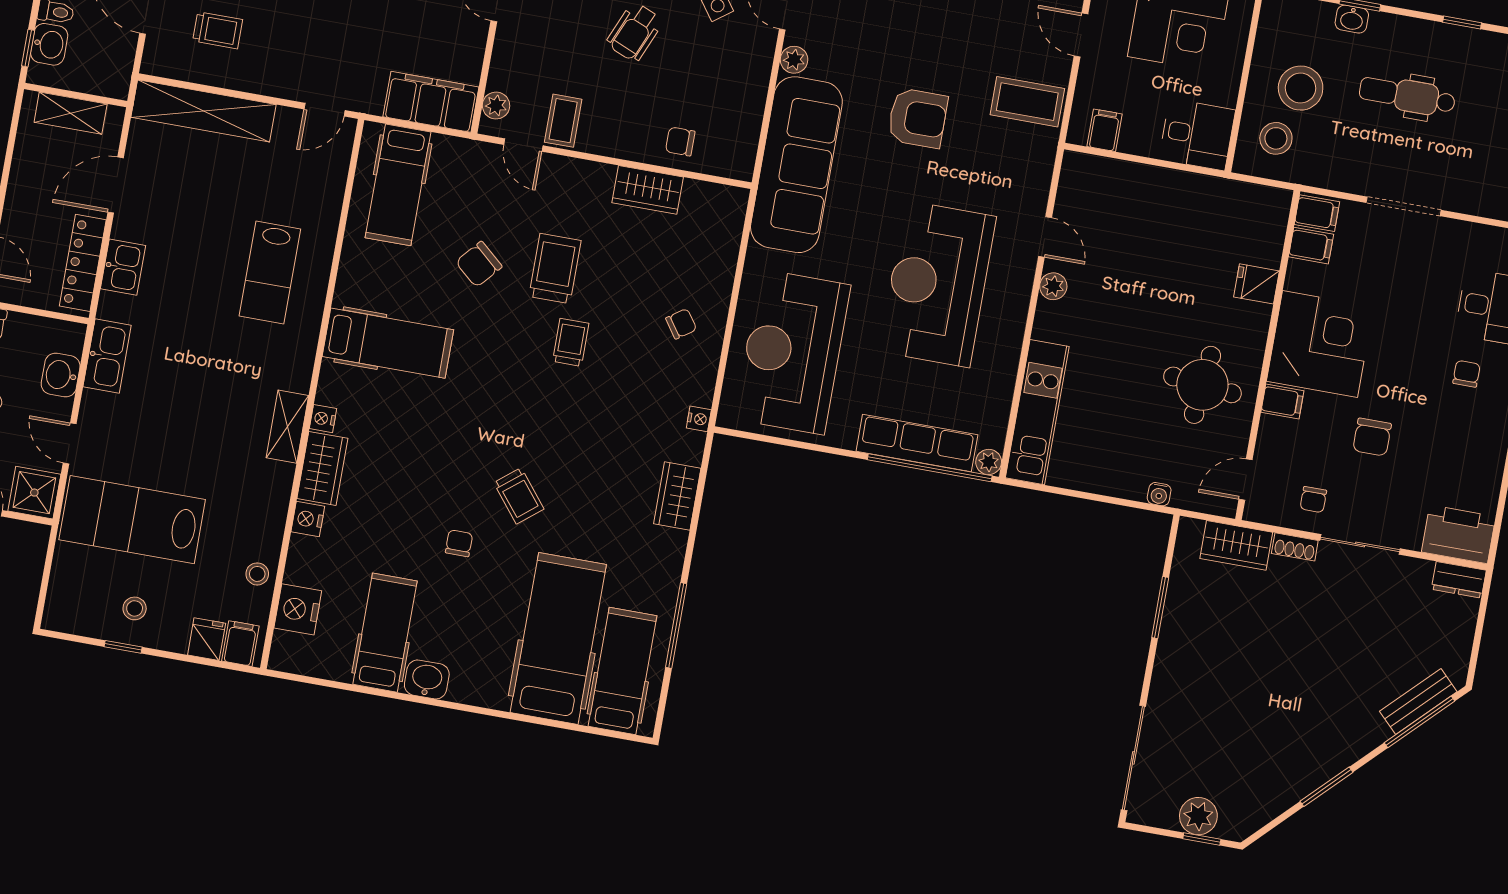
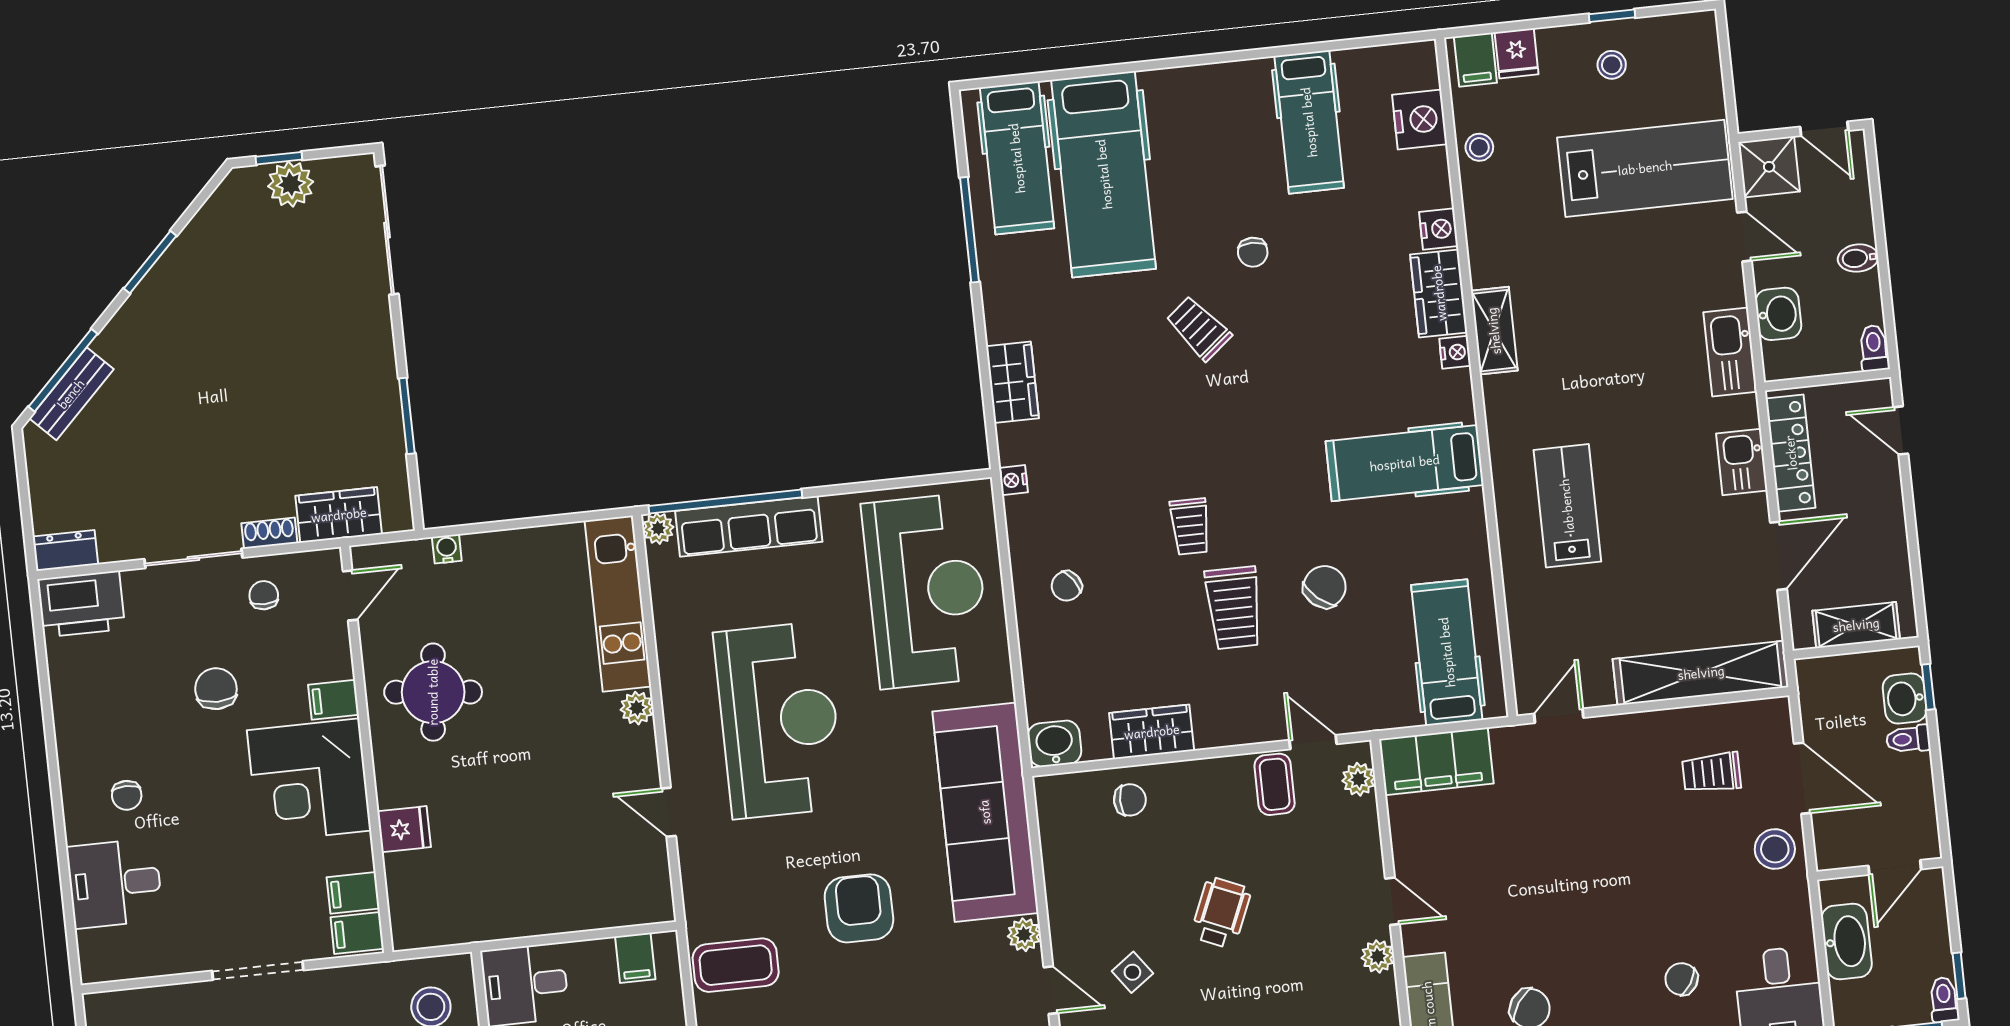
armchair: (918, 118) -> (859, 908), turned 90
plant: (1053, 286) -> (637, 708), moved
washbasin: (427, 679) -> (1054, 744), moved, turned 180

